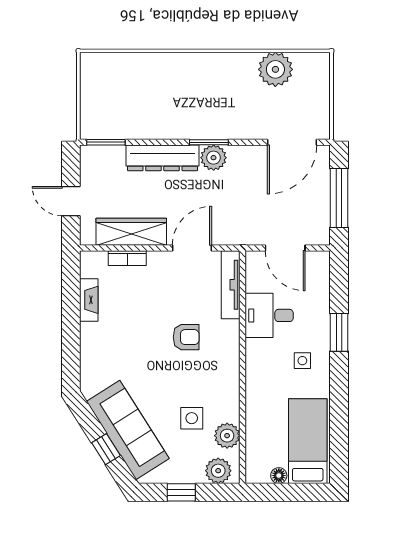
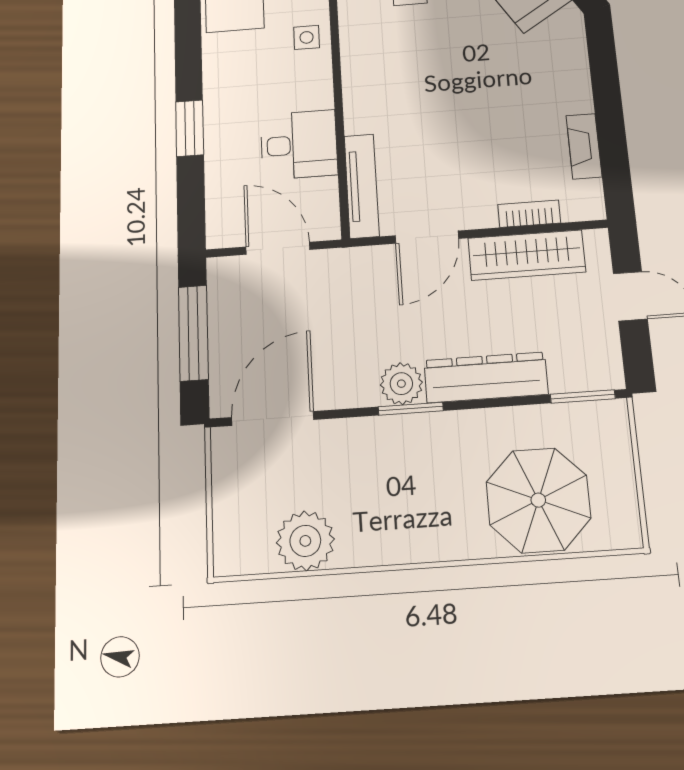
parasol: (138, 83) -> (538, 500), added
armchair: (186, 337) -> (426, 103), removed
side table: (302, 361) -> (307, 37), moved

